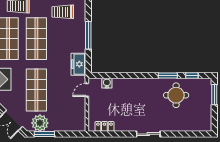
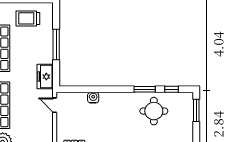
water cooler: (107, 83) -> (93, 98), moved
door: (87, 90) -> (55, 105), hinge flipped

